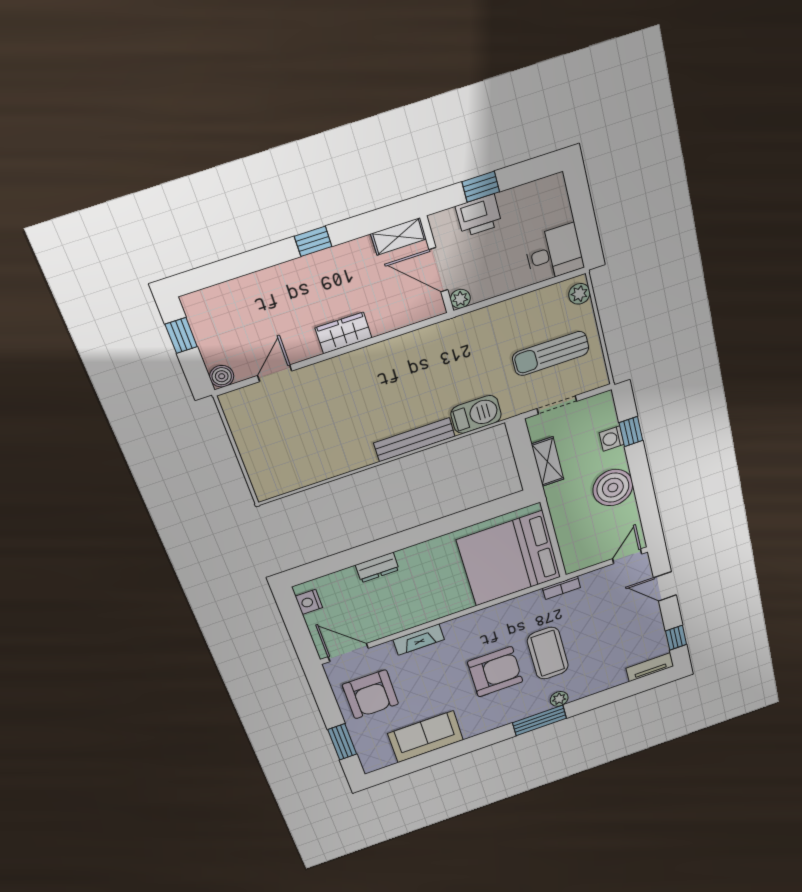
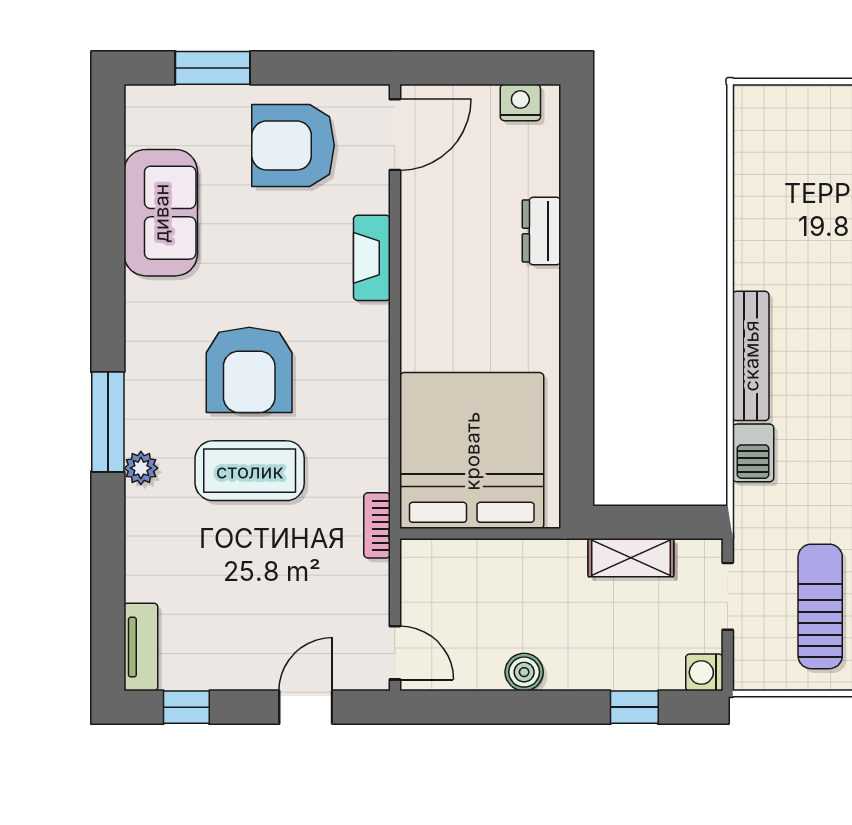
barbecue: (476, 414) -> (753, 453), width x0.73, depth x0.79
washing machine: (612, 439) -> (704, 672), moved, turned -90
boiler: (613, 488) -> (524, 672), width x0.54, depth x0.54

